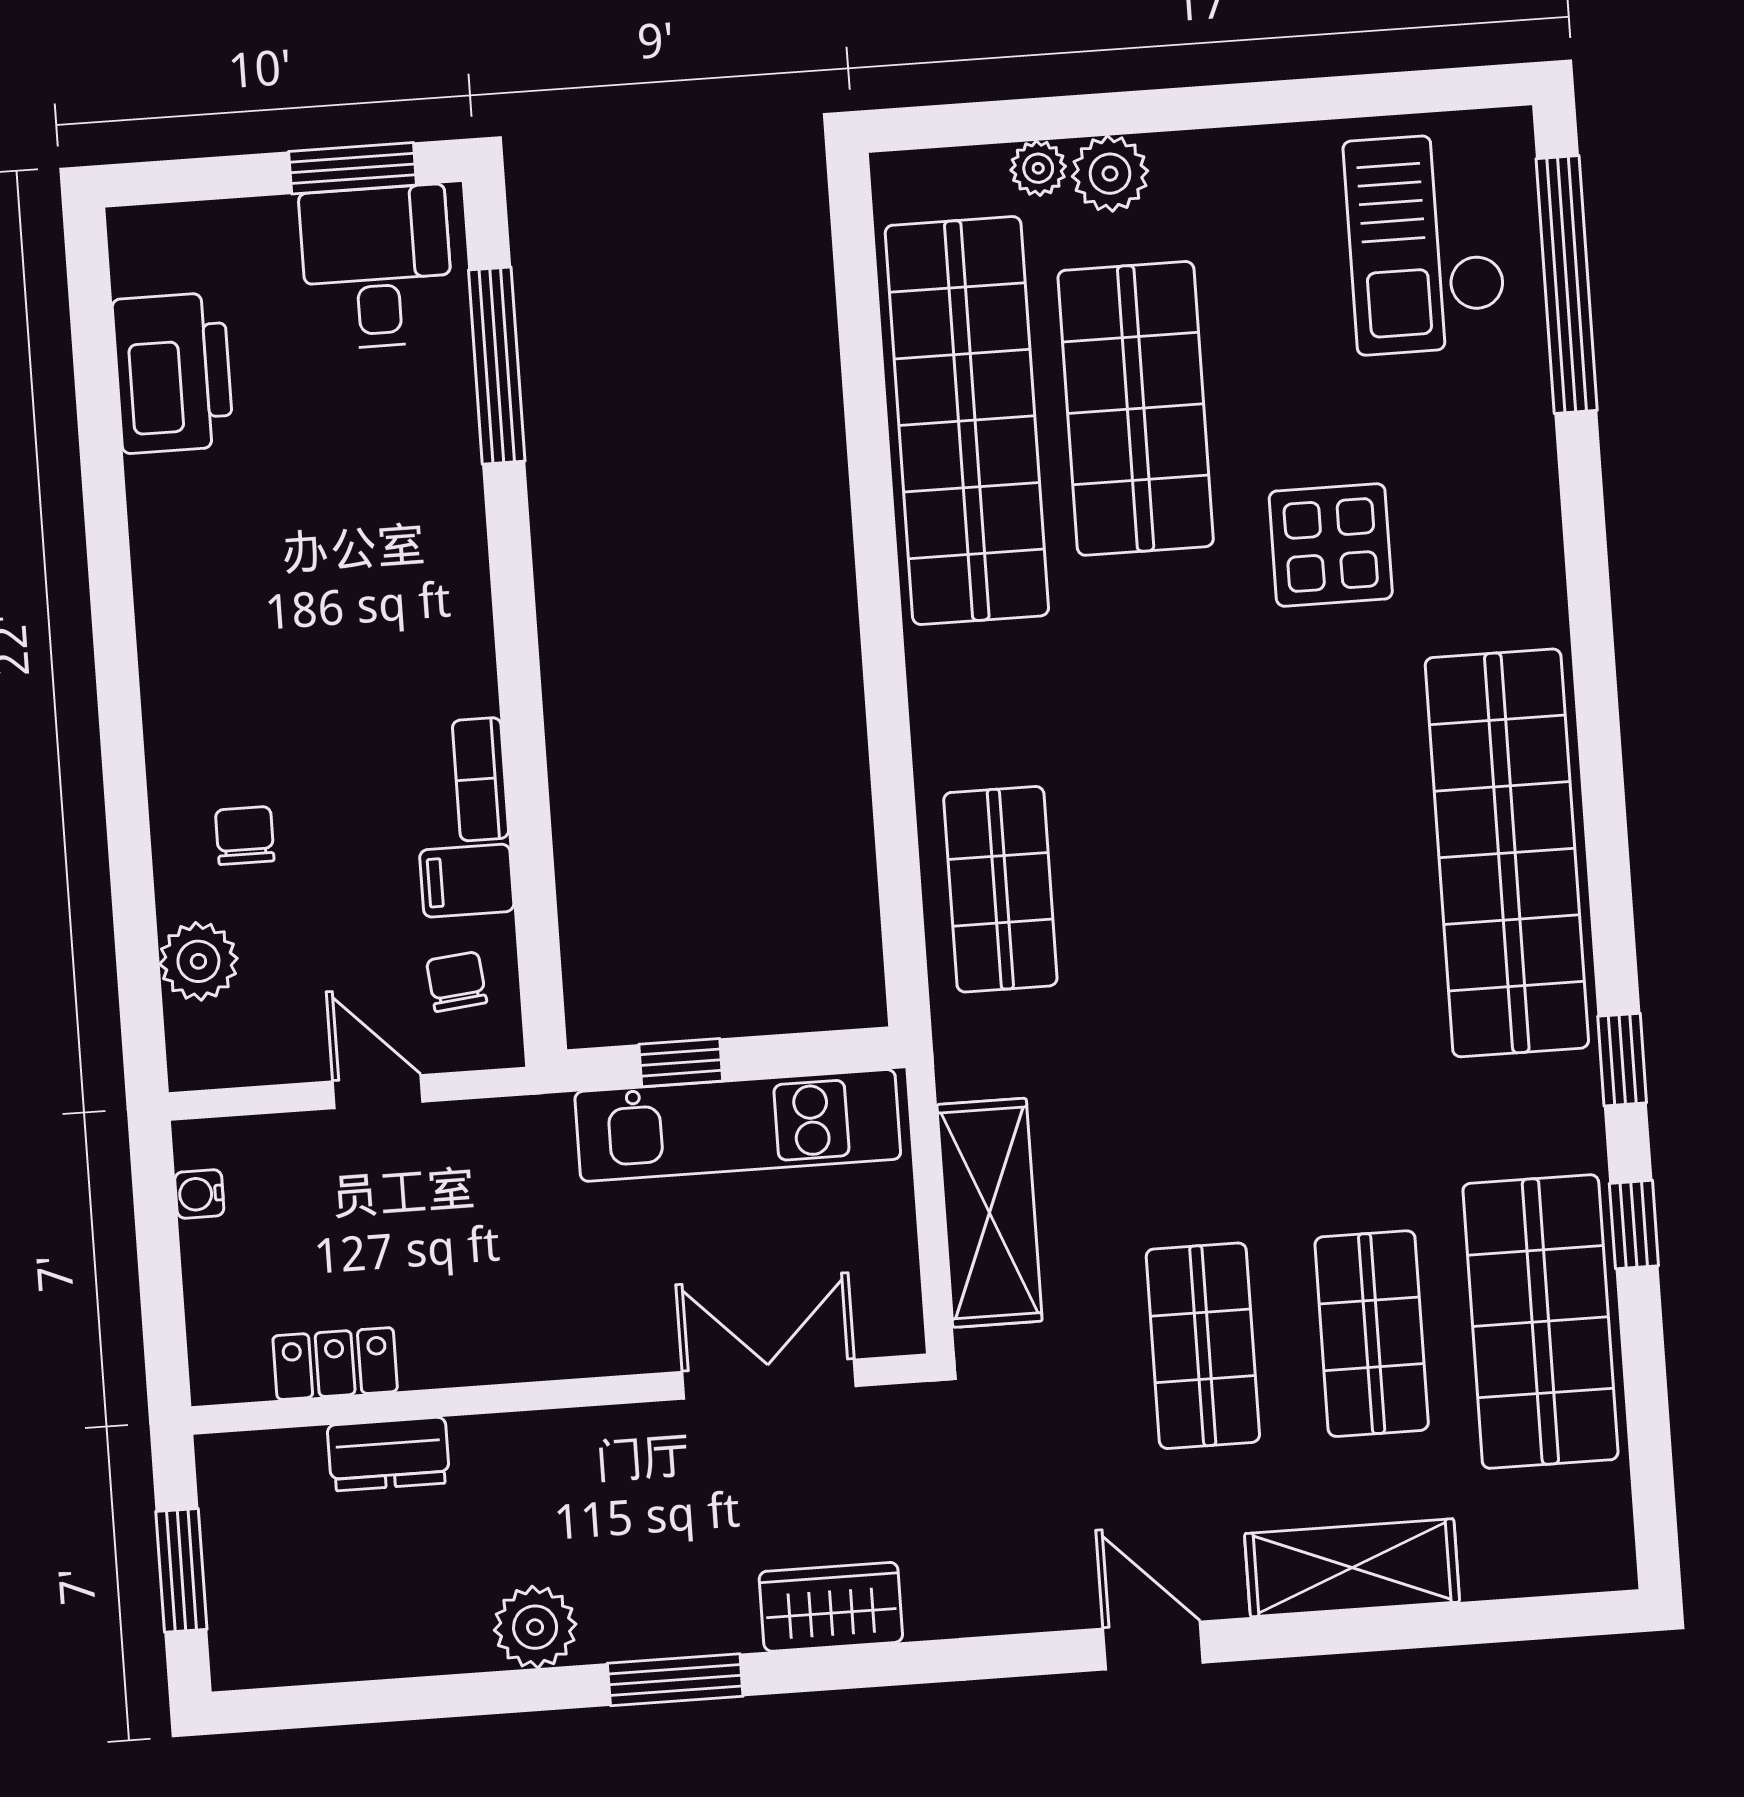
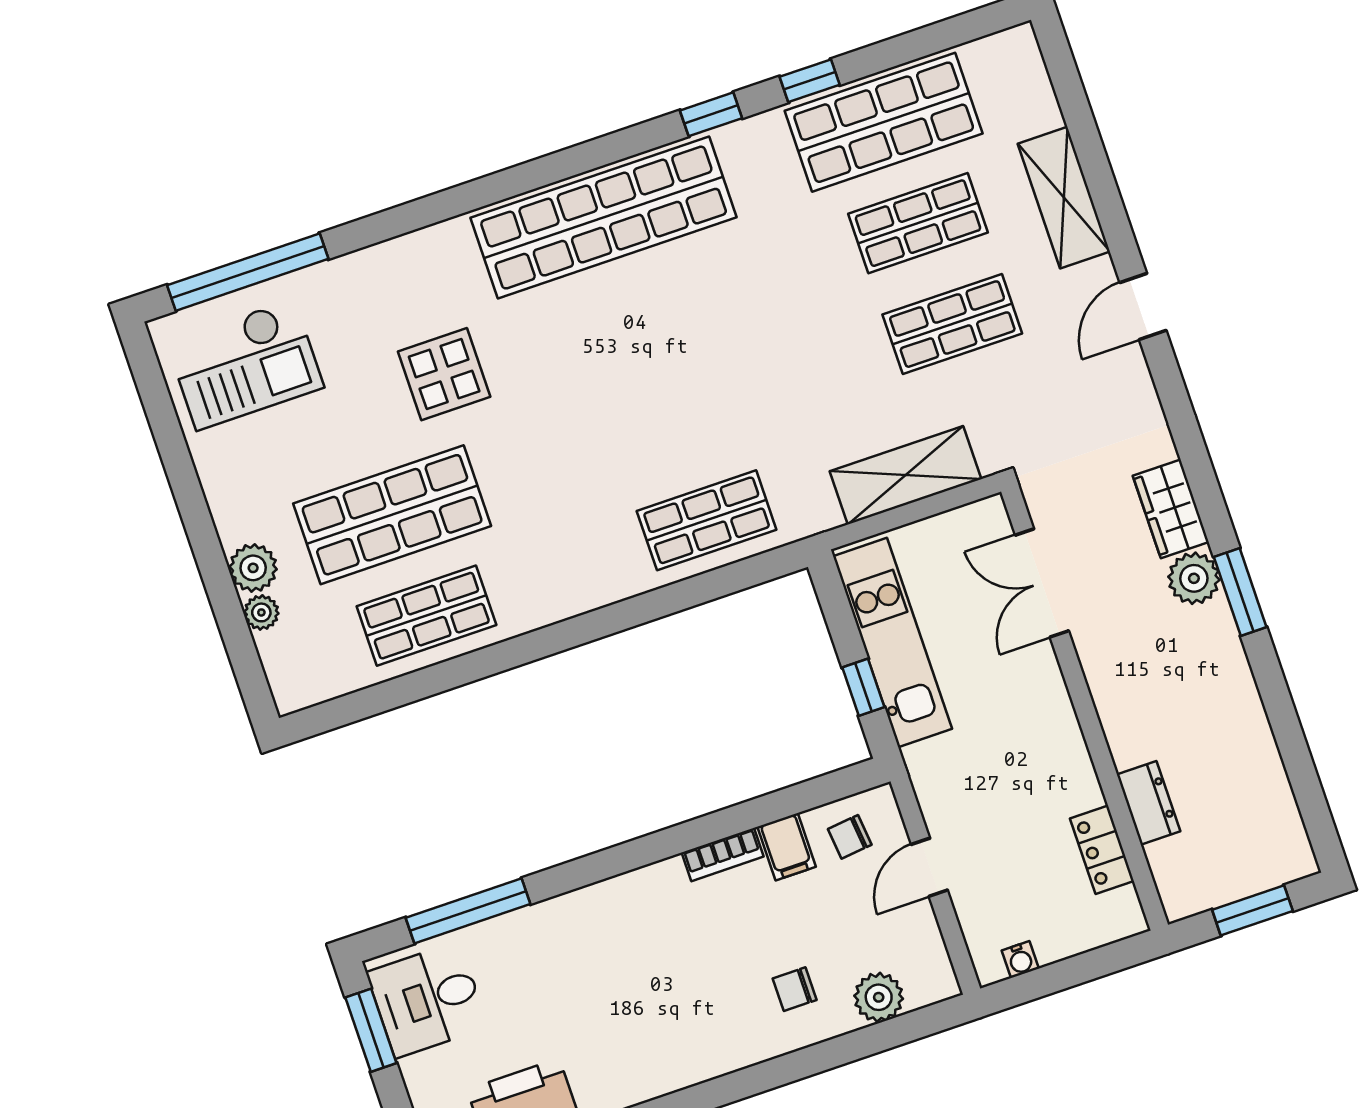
shop shelf: (967, 421) -> (426, 616), width x0.50, depth x0.74
plant: (535, 1627) -> (1194, 578), moved

